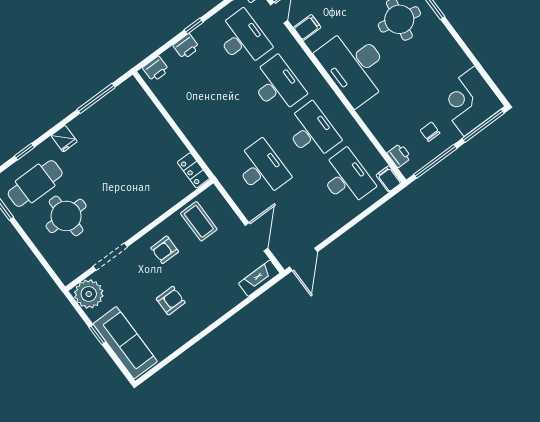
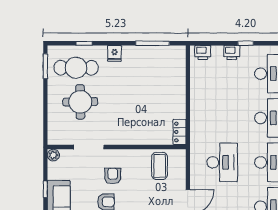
armchair: (165, 250) -> (113, 176), moved, turned 90
plant: (89, 294) -> (53, 155), width x0.53, depth x0.53

